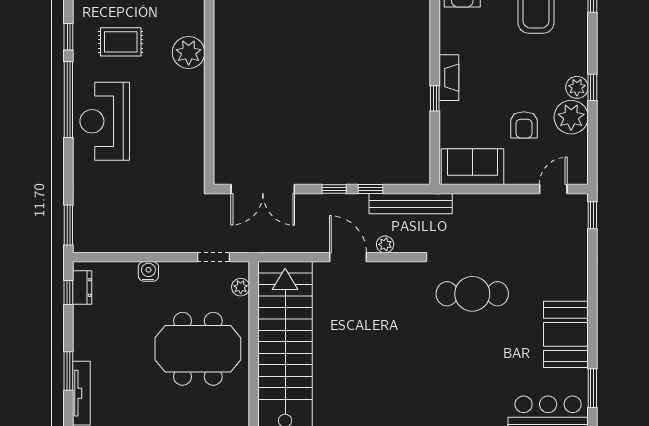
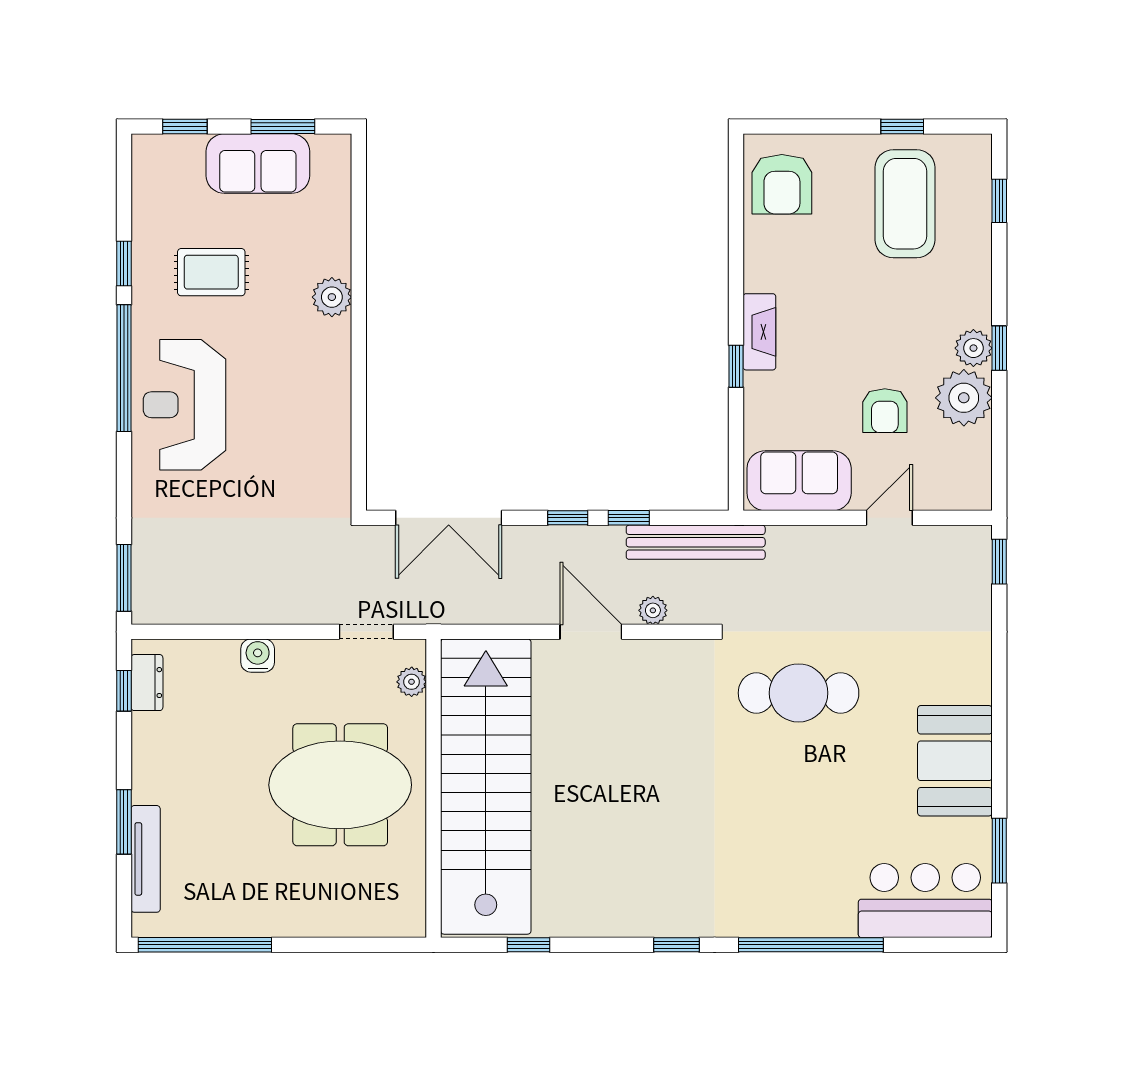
plant: (189, 53) -> (332, 297), width x0.73, depth x0.73
door: (553, 189) -> (889, 518), moved

